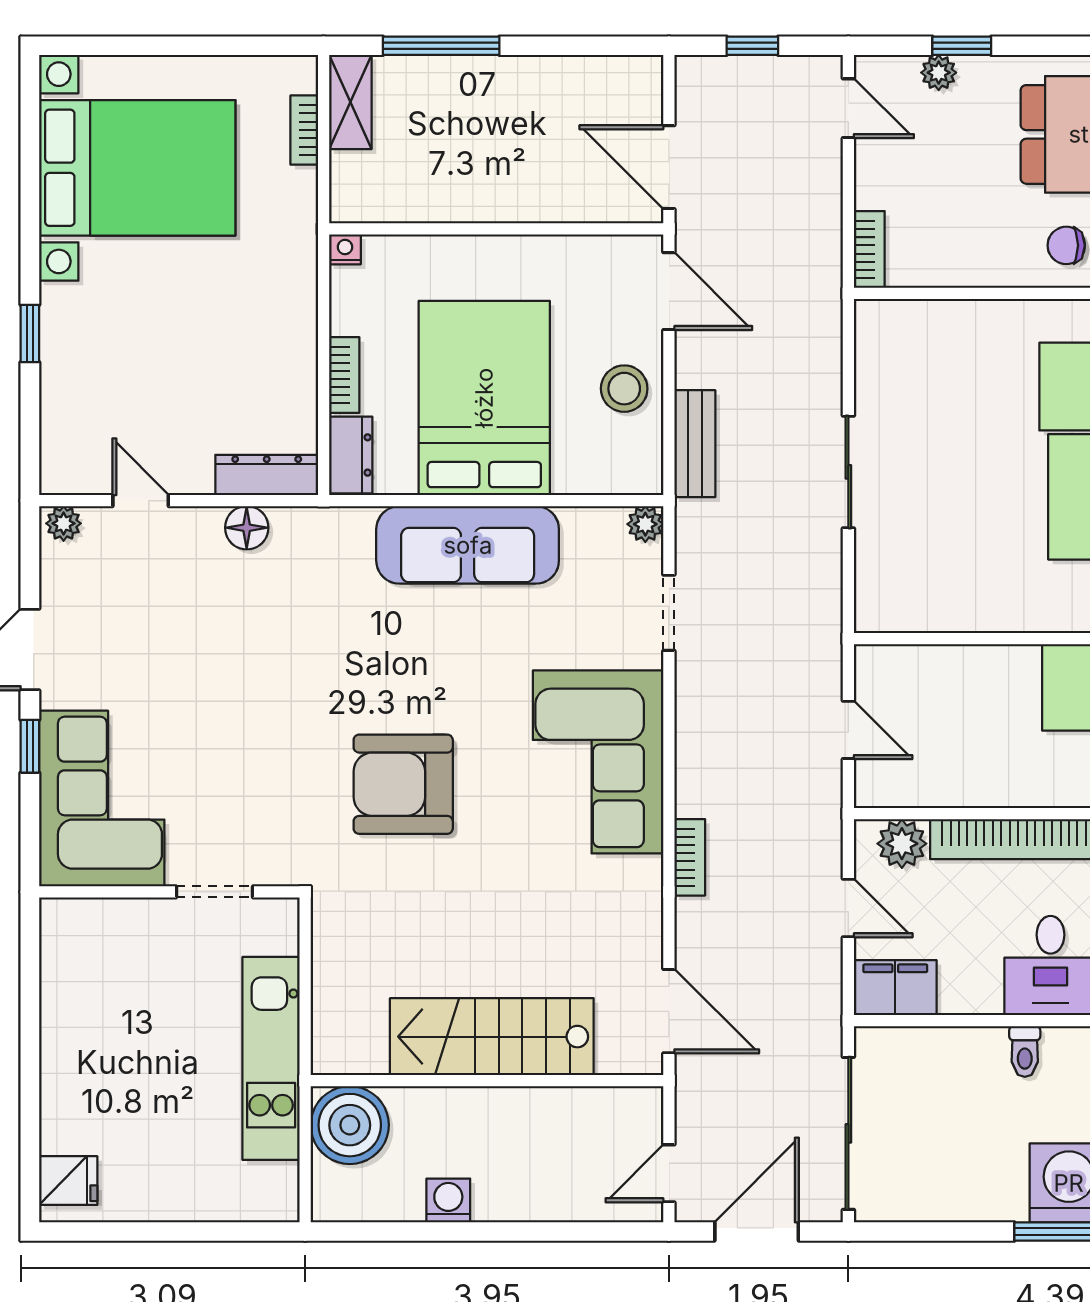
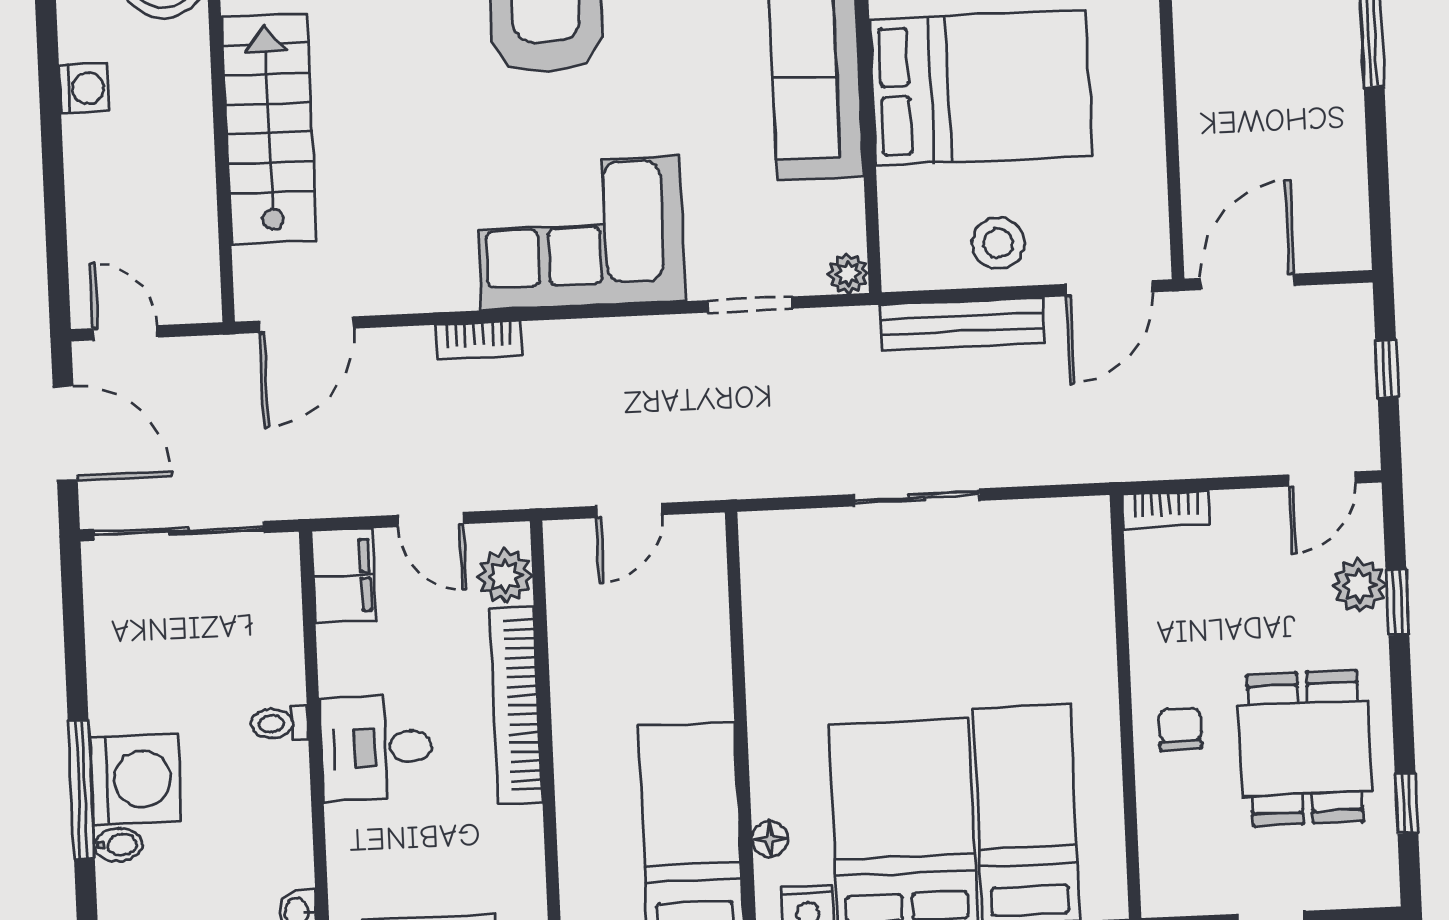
plant: (939, 73) -> (1359, 586), width x1.38, depth x1.38
bench: (695, 444) -> (962, 324), width x1.36
door: (848, 908) -> (431, 520), hinge flipped

